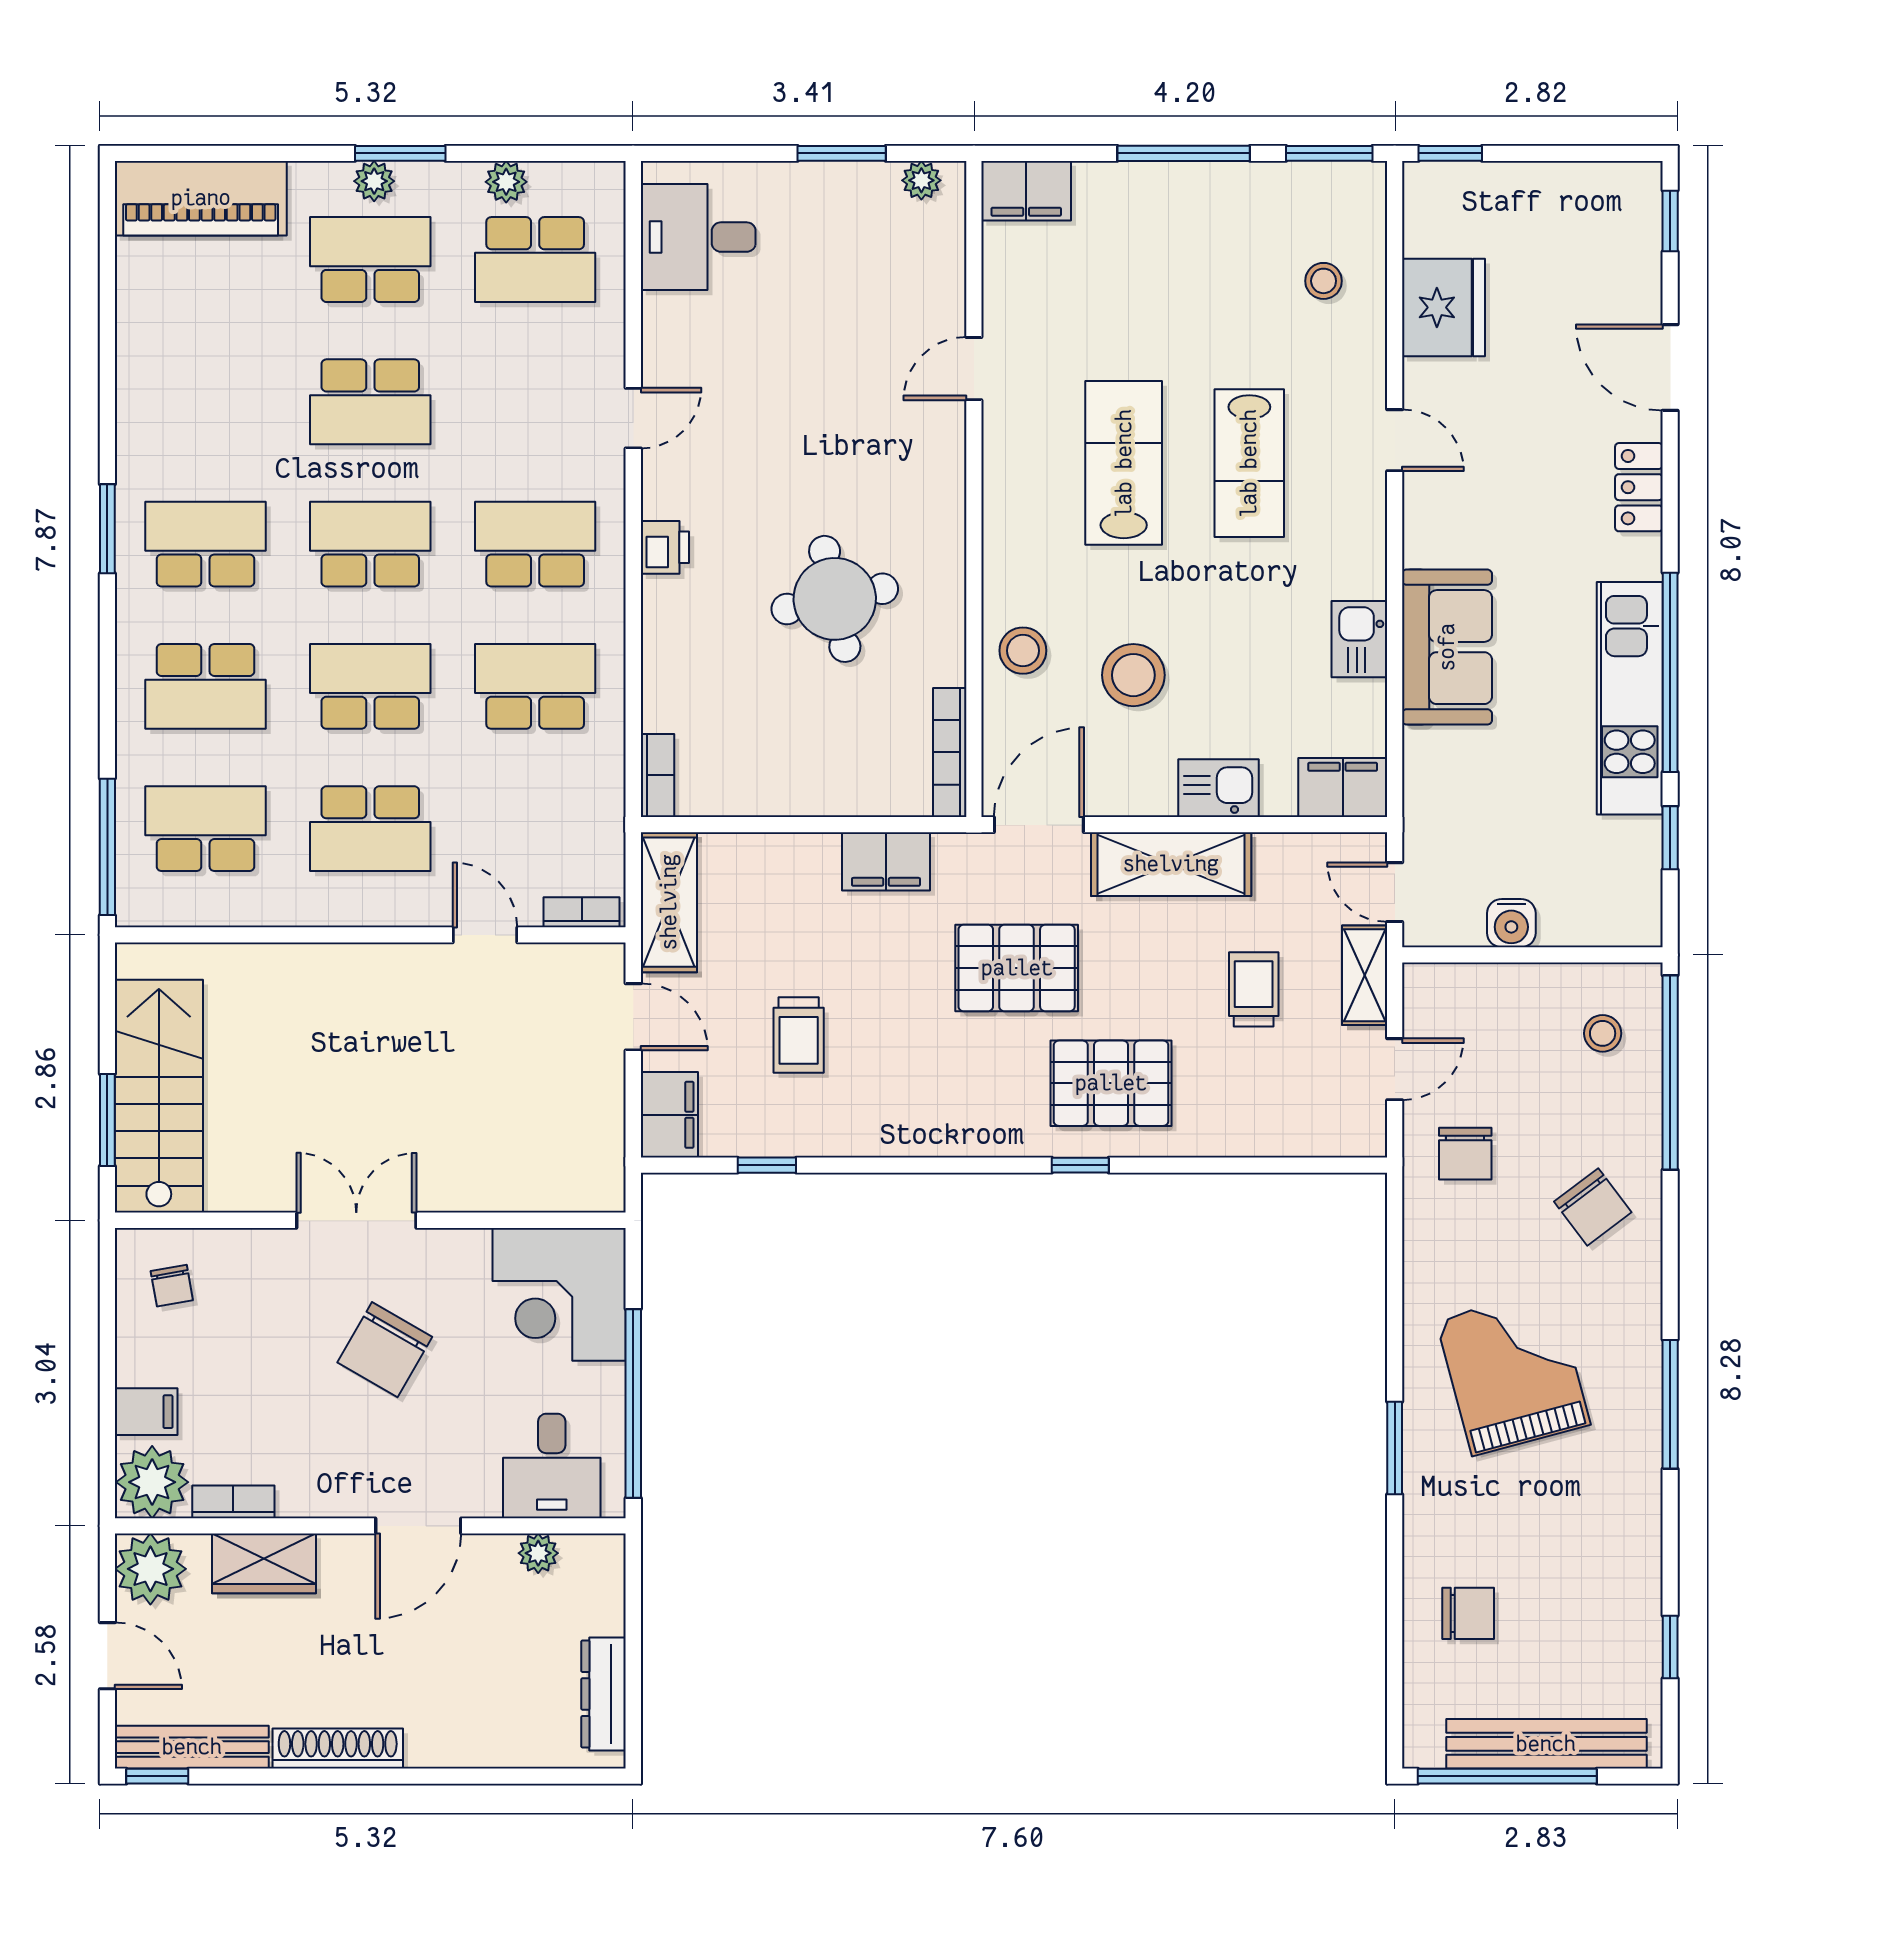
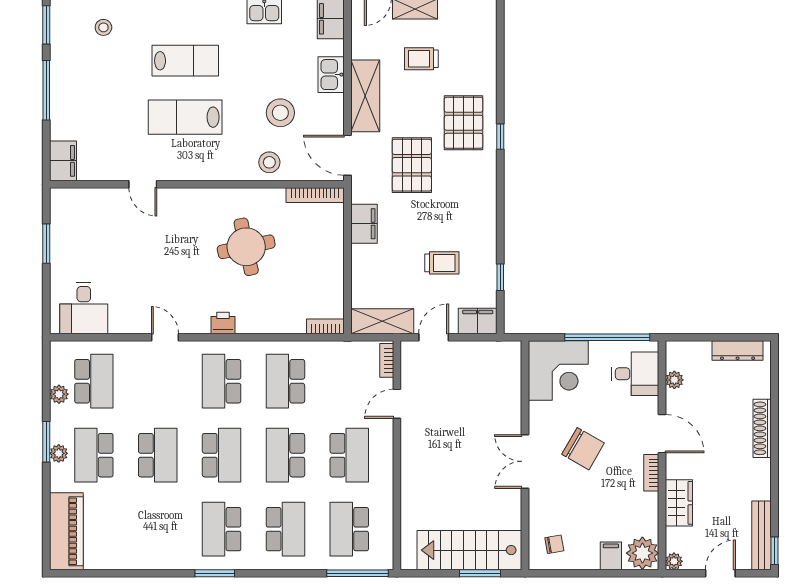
plant: (921, 180) -> (58, 208), removed
school desk: (370, 544) -> (222, 455), turned 180
bookcase: (233, 1502) -> (651, 473), moved
plant: (150, 1569) -> (674, 561), width x0.53, depth x0.53
shoe rack: (338, 1749) -> (762, 428), moved

